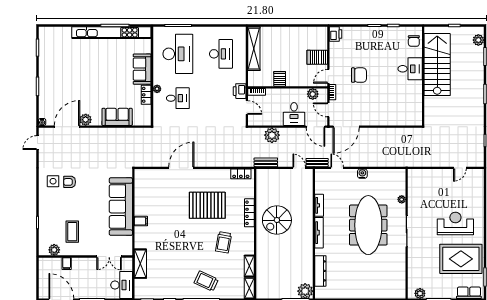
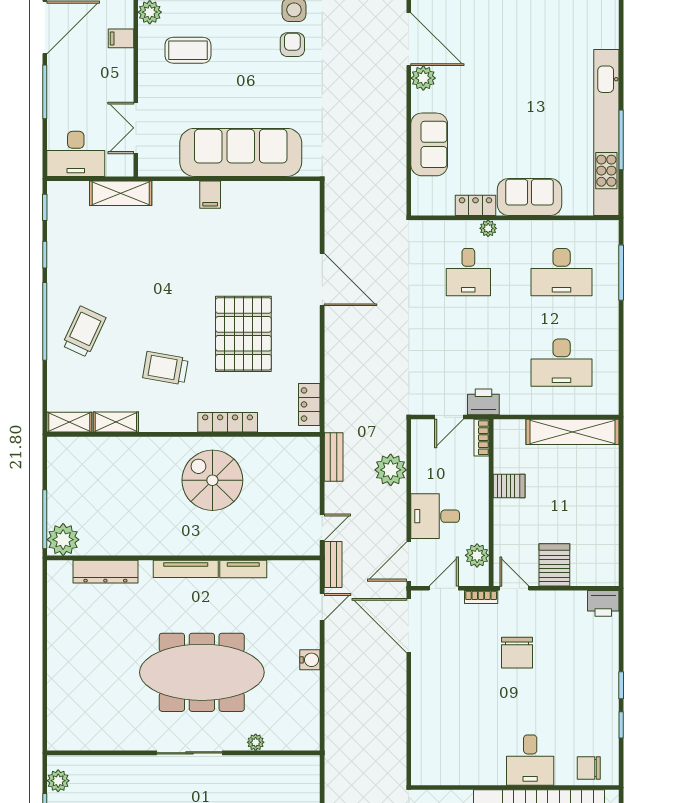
desk: (178, 54) -> (562, 272), width x0.73, depth x0.77

